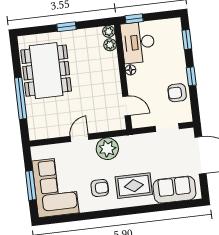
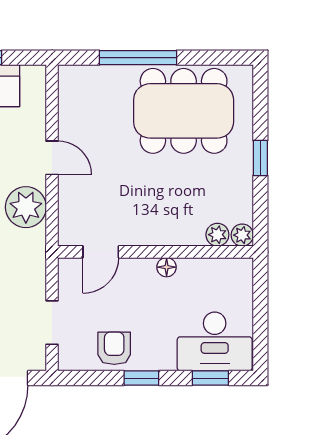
window: (134, 19) -> (260, 285), removed
desk: (138, 42) -> (215, 342), moved, turned 180

